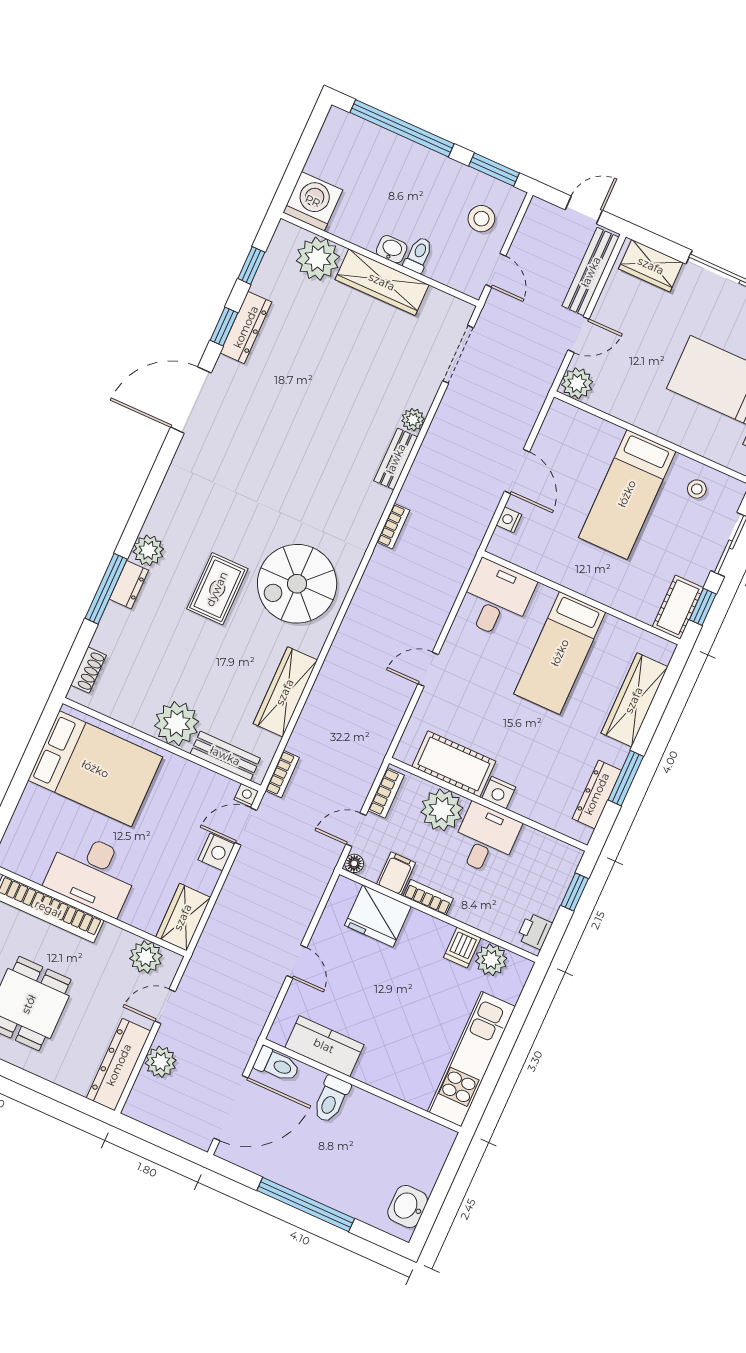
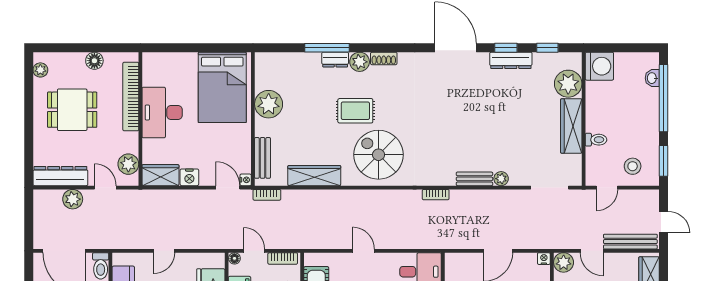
washbasin: (392, 249) -> (652, 78), moved, turned 180
nightstand: (509, 520) -> (544, 259), moved
shoe rack: (89, 670) -> (384, 58), moved
plant: (177, 724) -> (269, 104), moved
nightstand: (216, 852) -> (189, 177), moved

